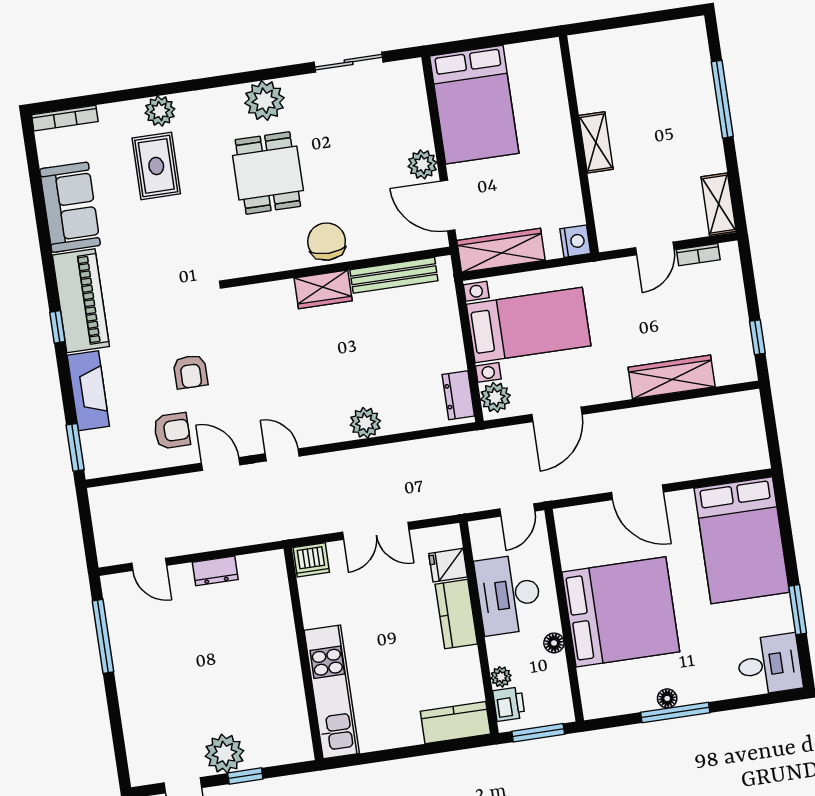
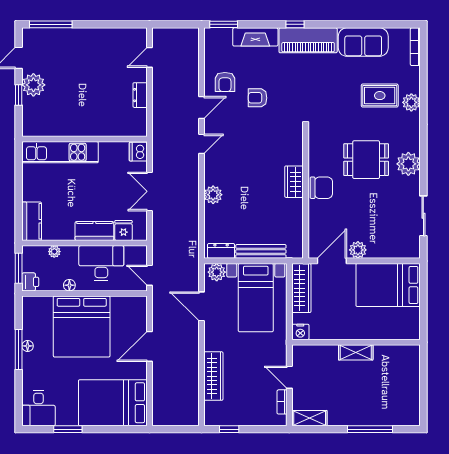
bench: (394, 275) -> (261, 251), moved, turned 90
window: (103, 636) -> (51, 24), moved
printer: (509, 704) -> (30, 282), moved, turned -90

